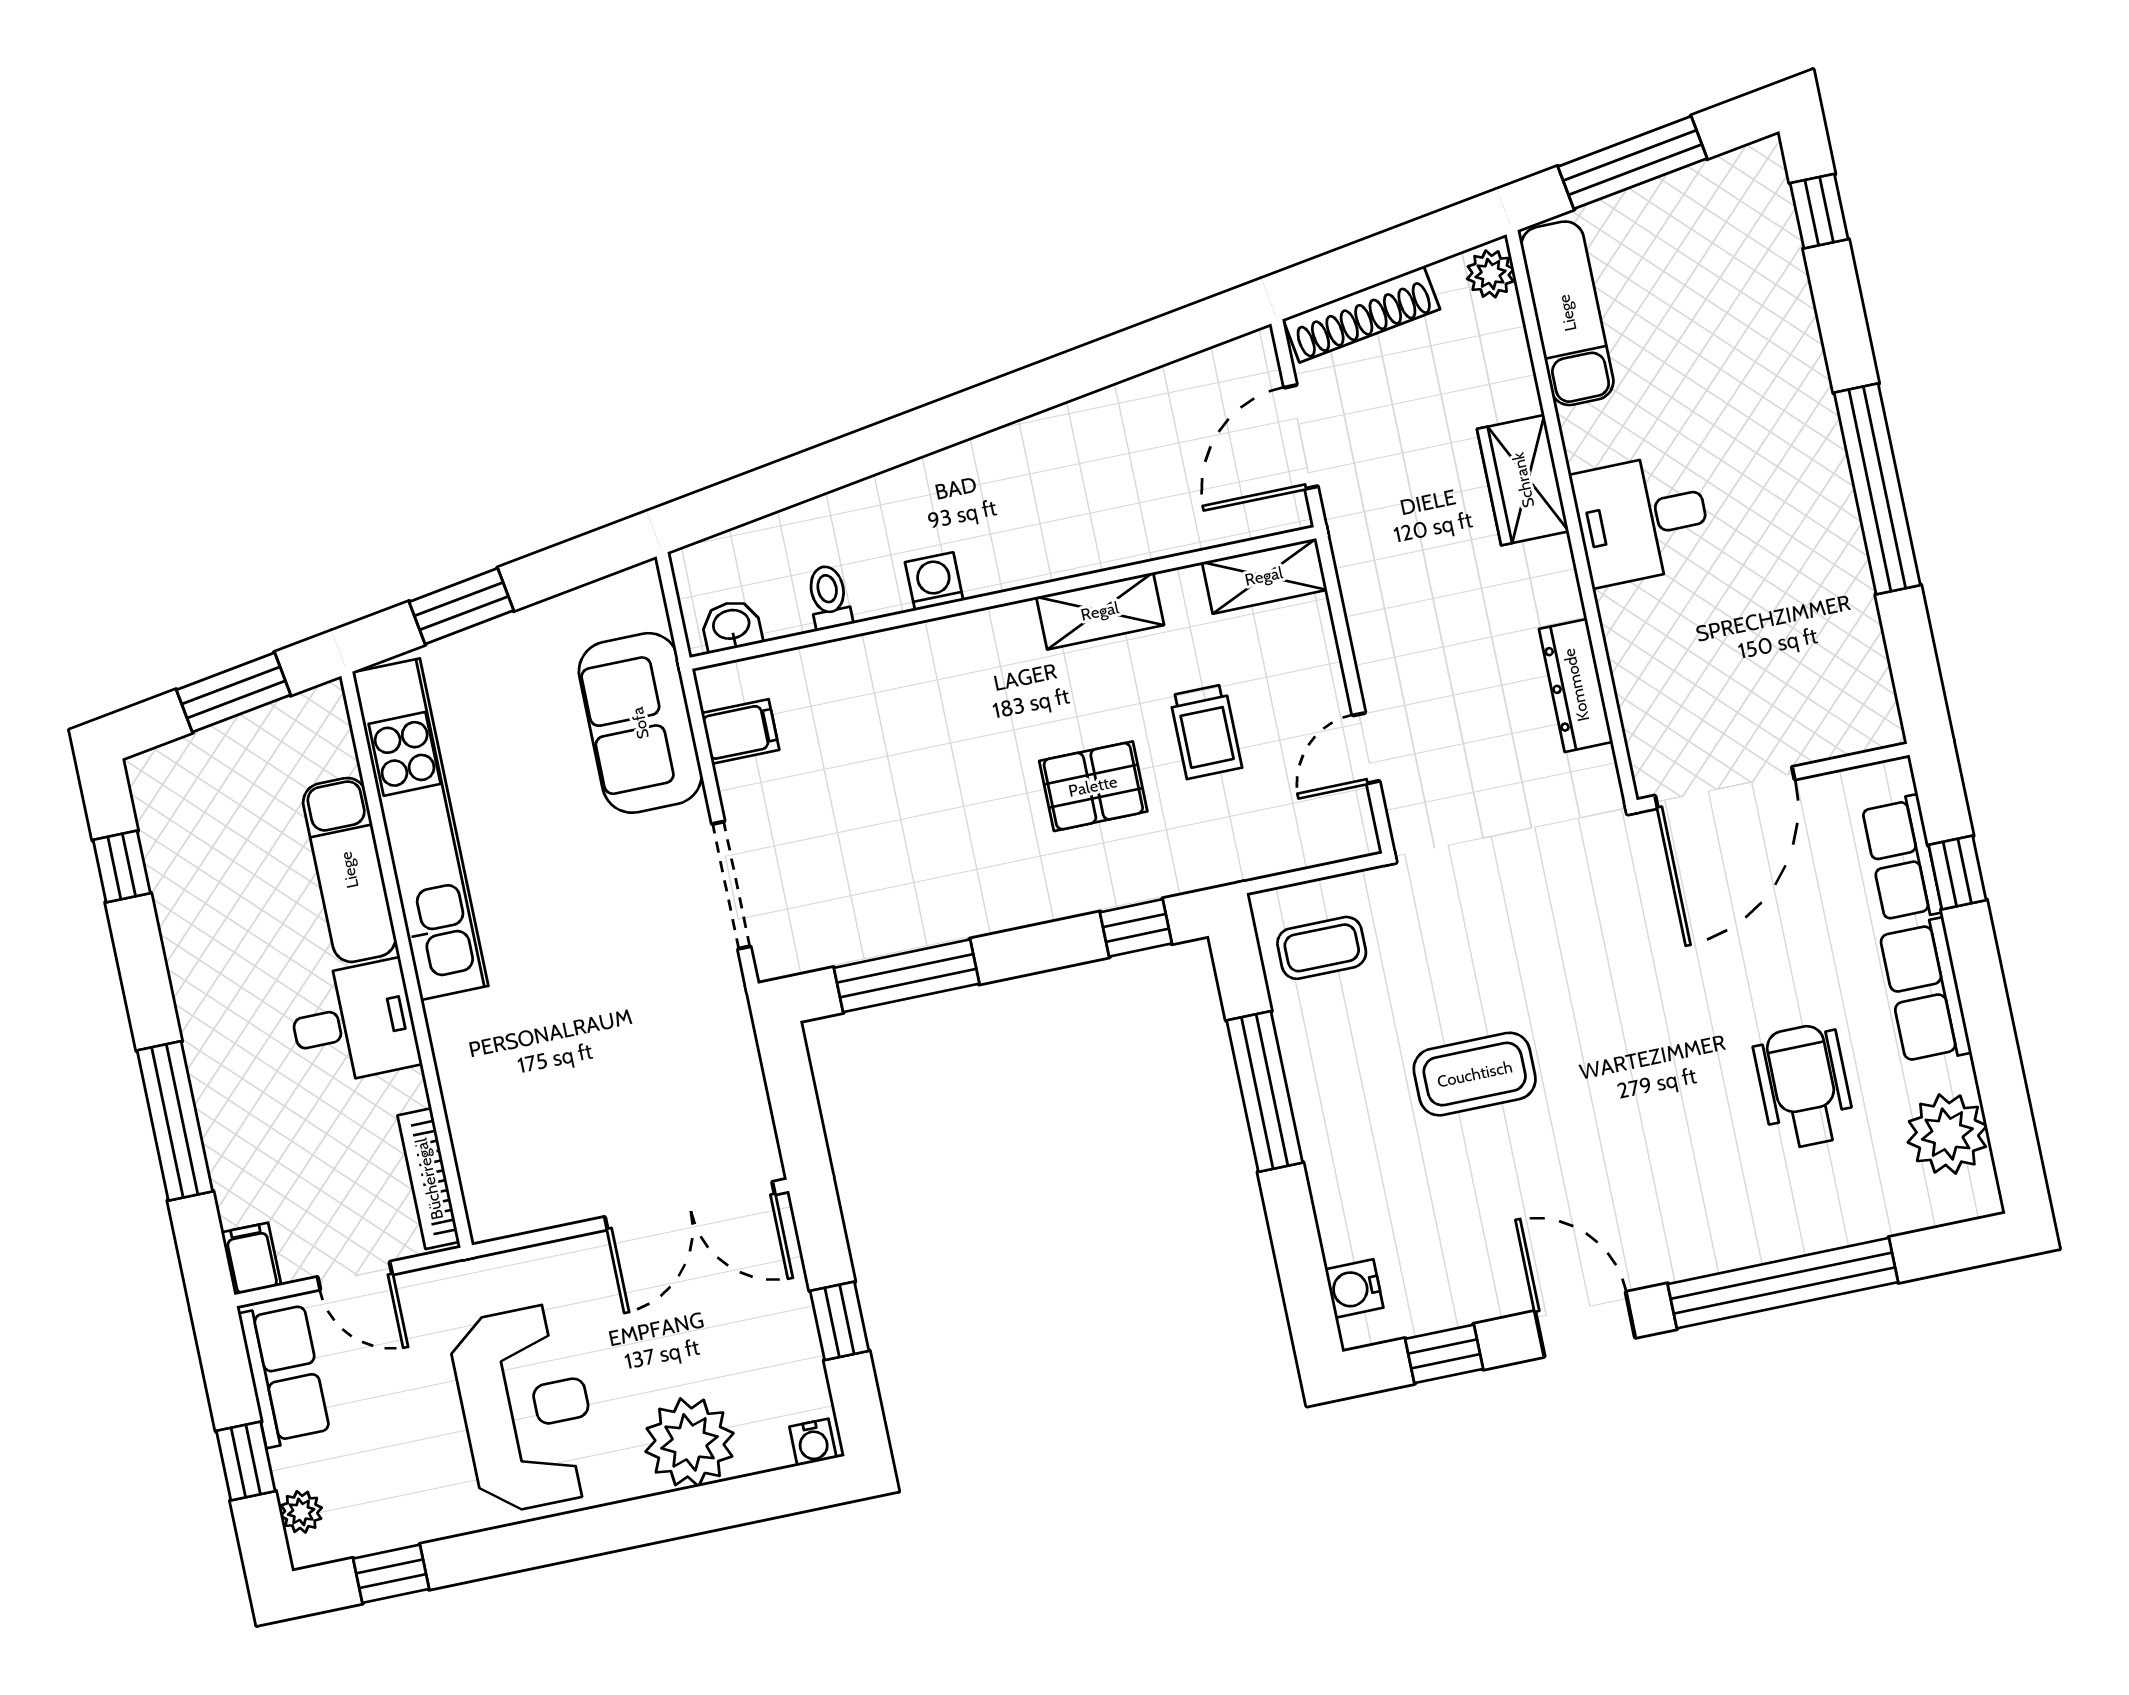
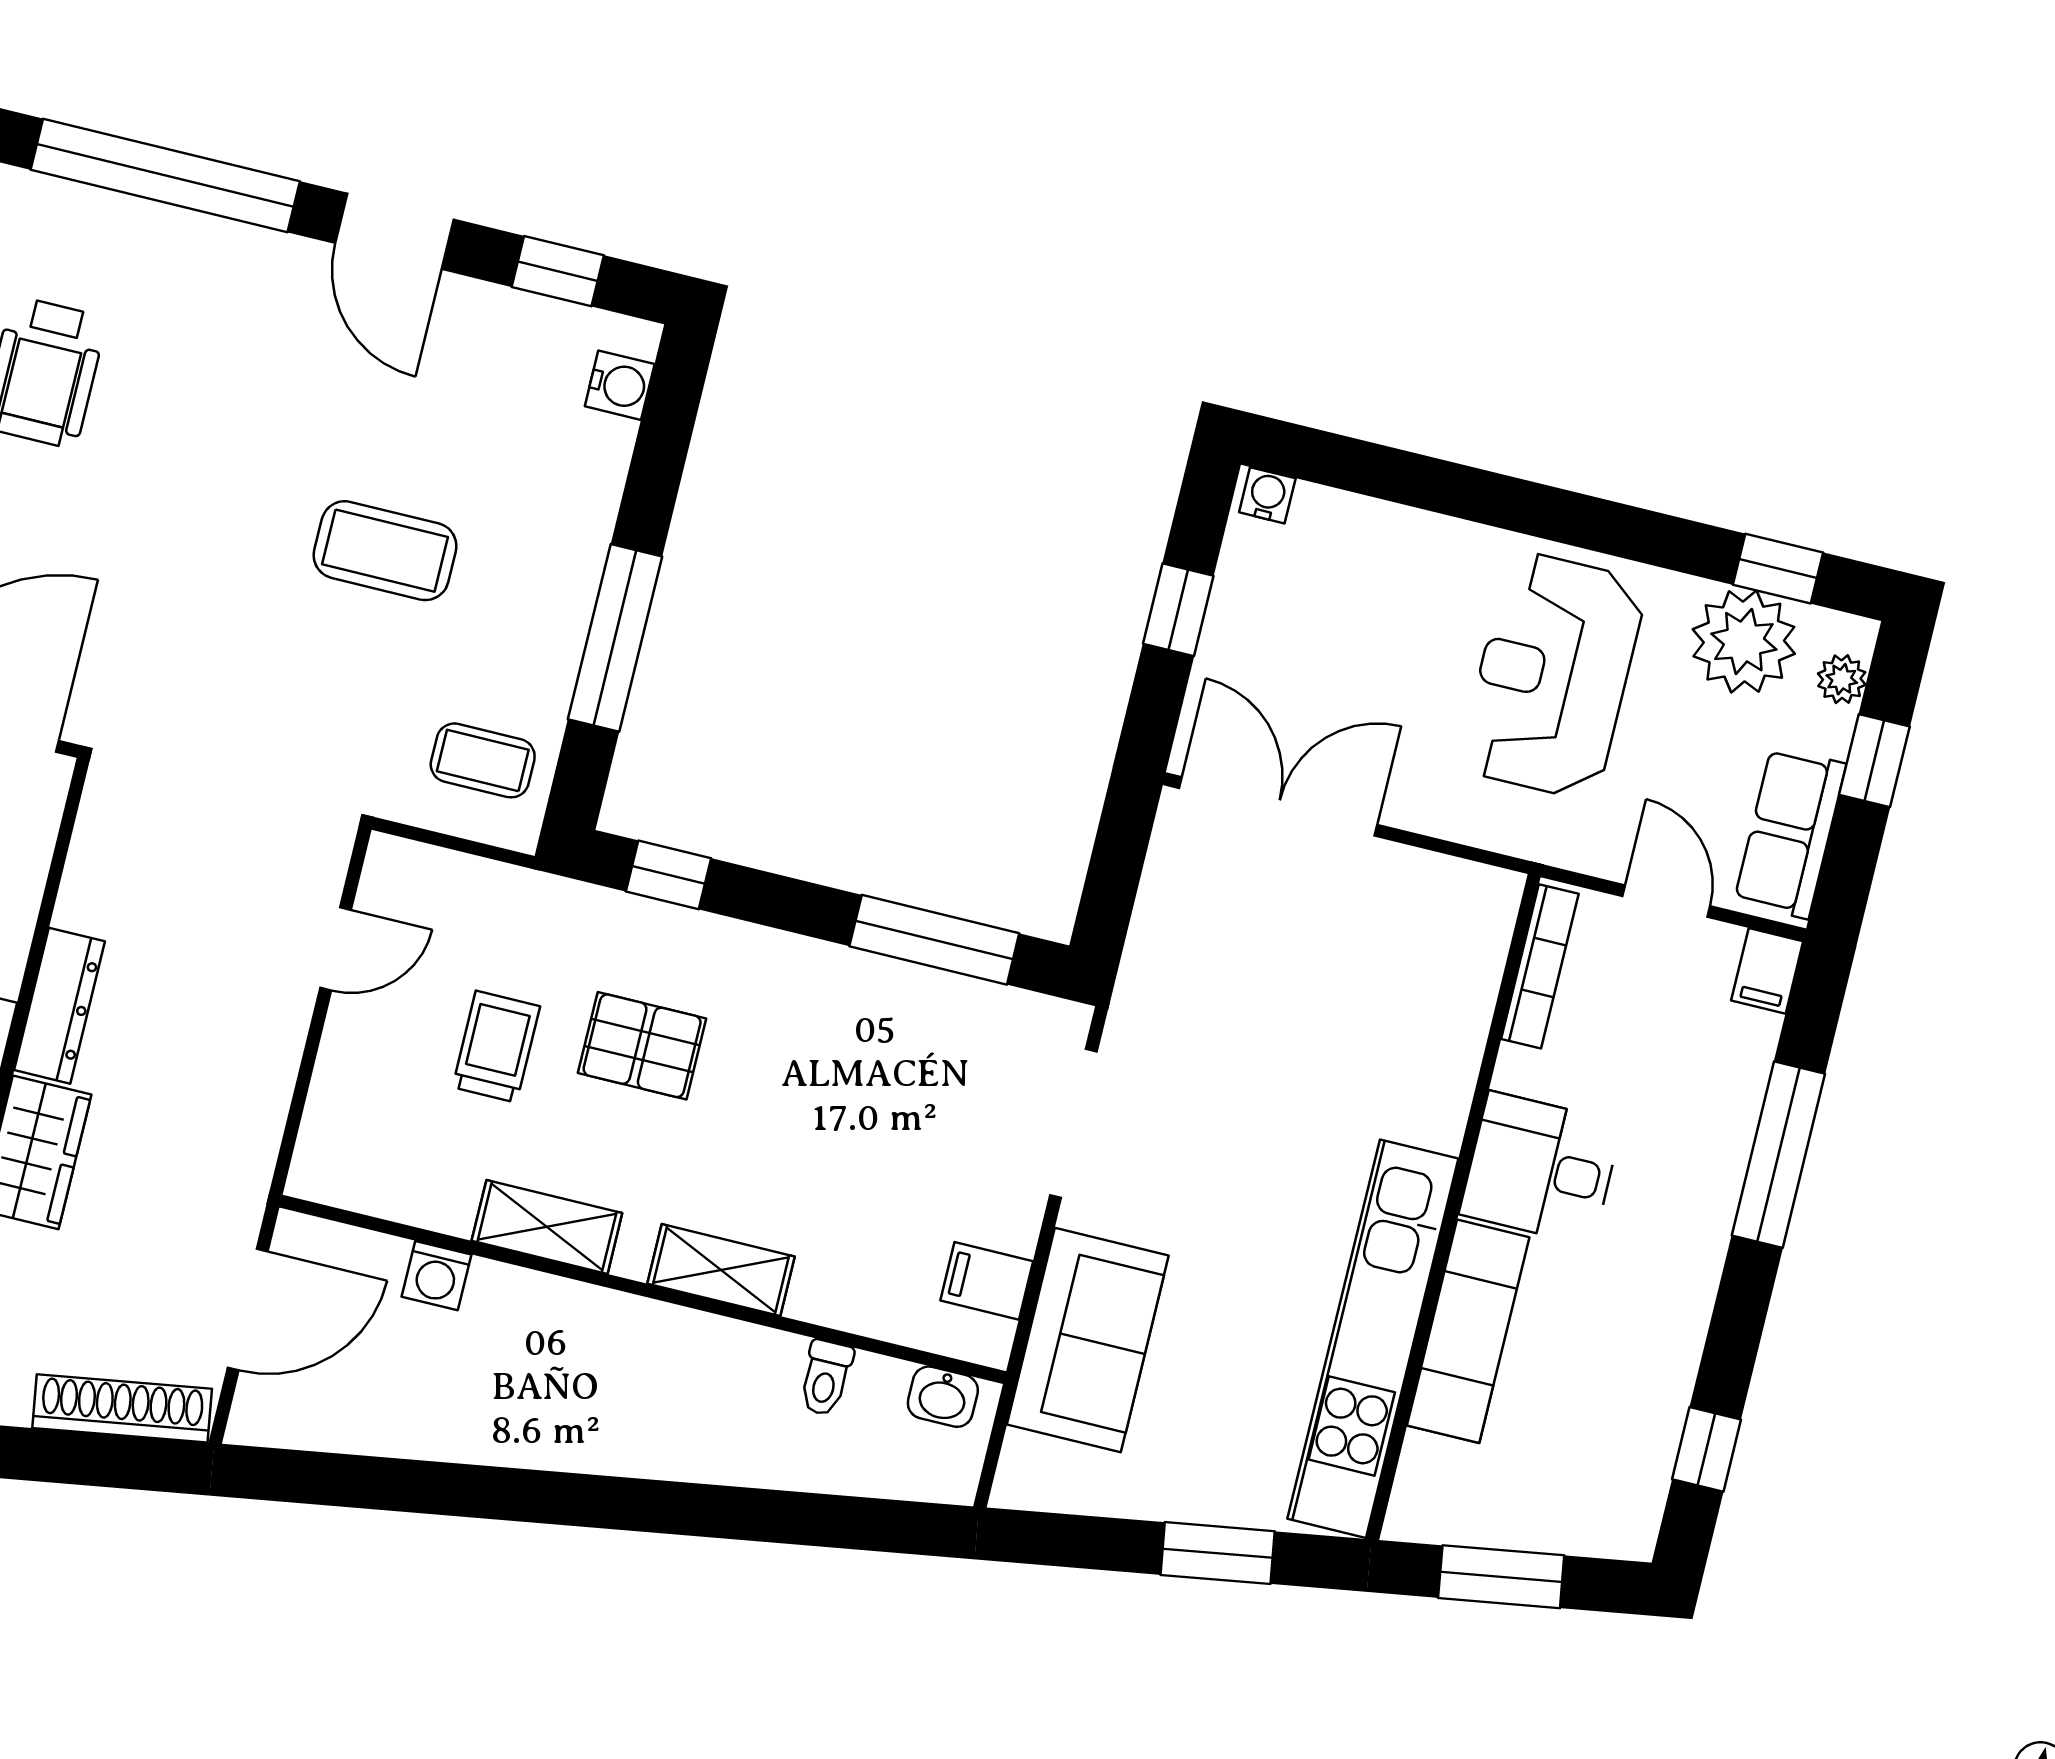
shelving: (1264, 576) -> (721, 1270), moved
washing machine: (934, 581) -> (436, 1276), moved
dresser: (1576, 685) -> (60, 1006), moved
plant: (690, 1442) -> (1744, 642), moved

